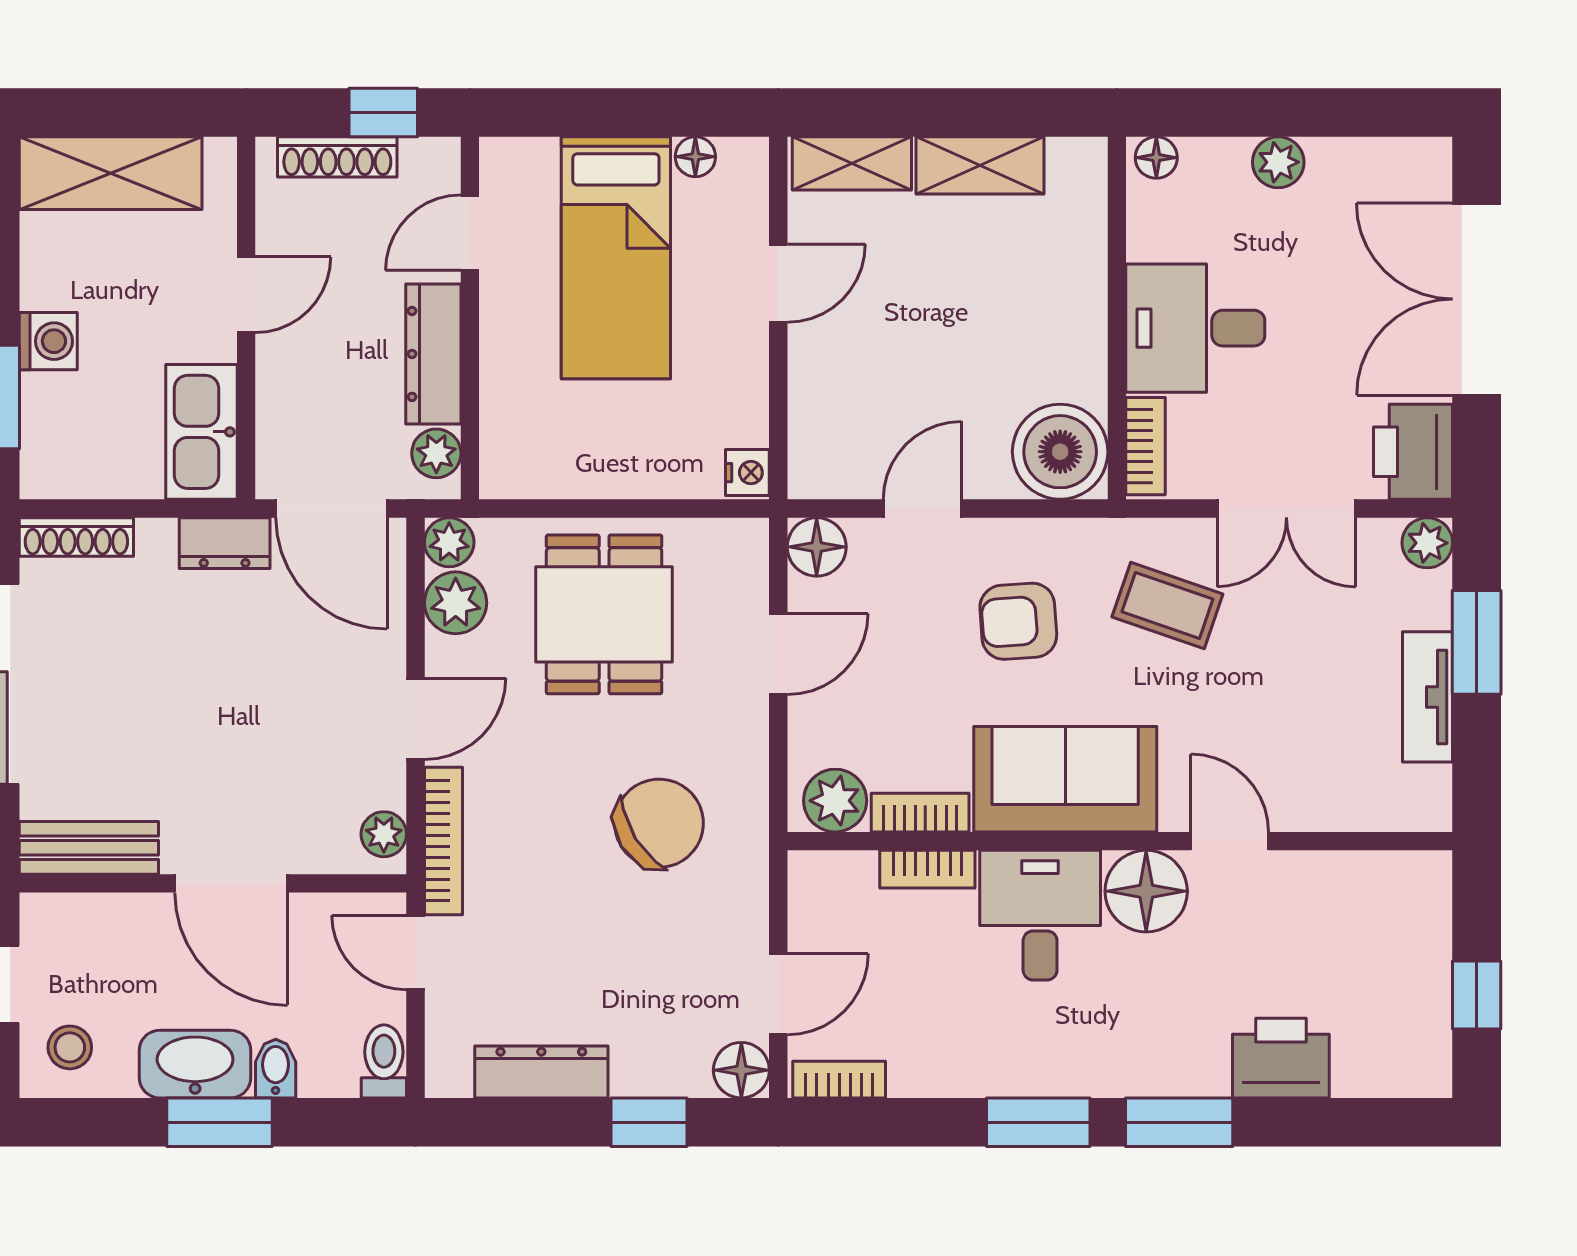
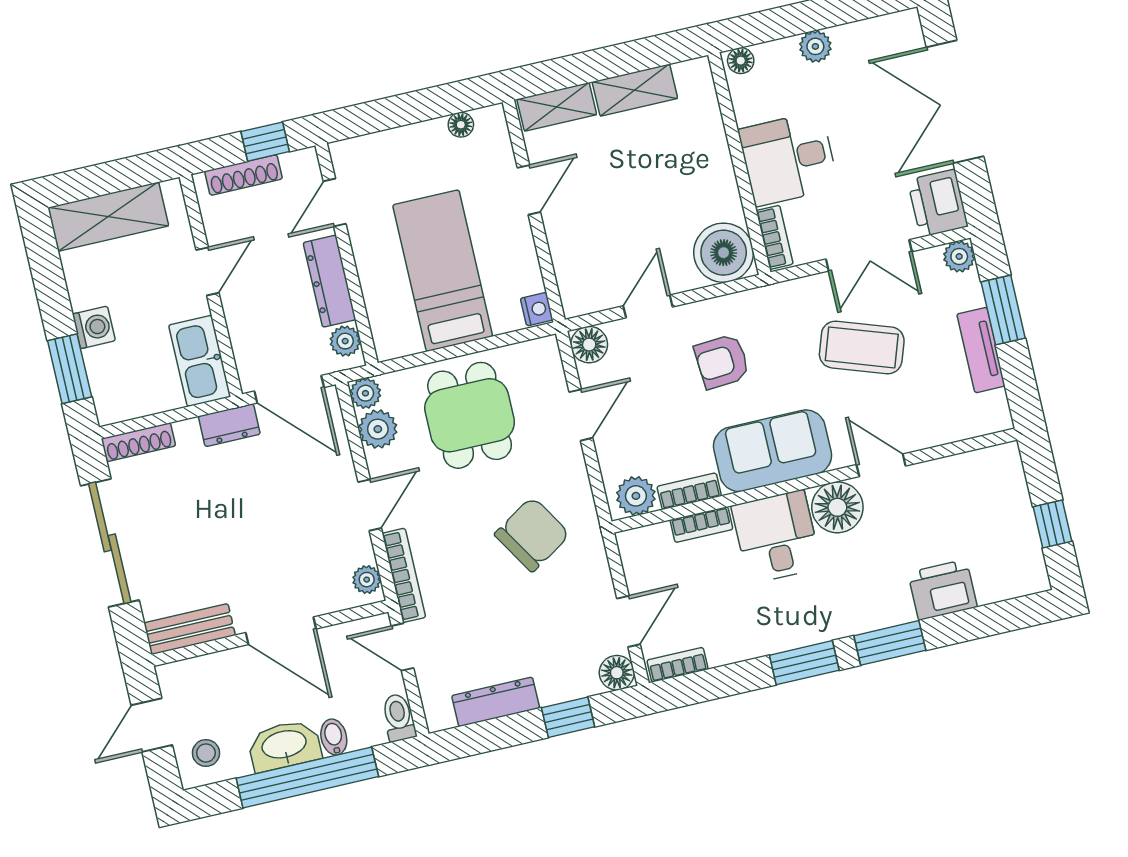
bed: (616, 258) -> (443, 271), moved, turned 180
coffee table: (1167, 605) -> (862, 347), moved, width x1.36, depth x1.30
window: (219, 1122) -> (307, 777), width x2.11

